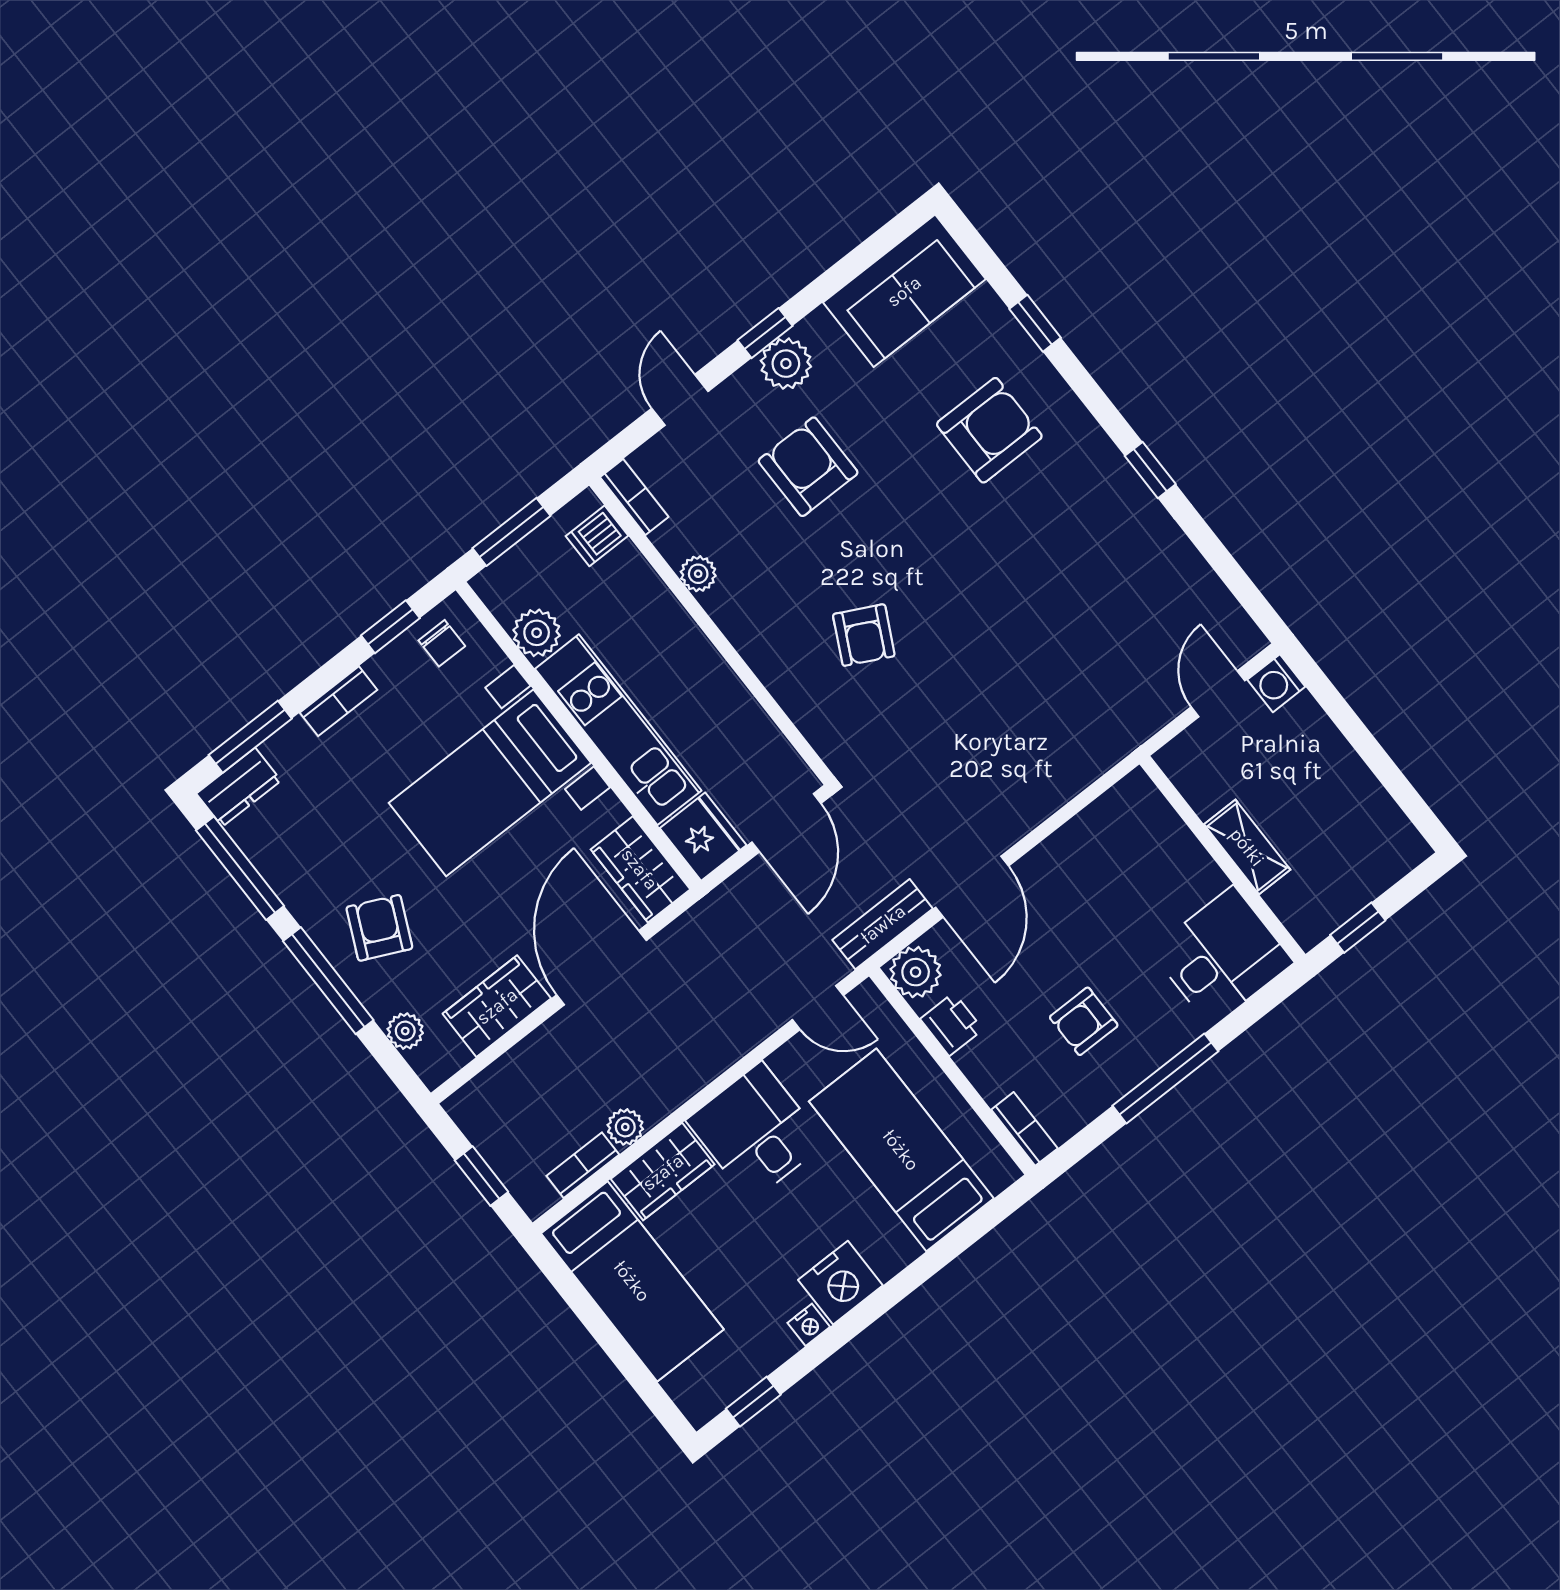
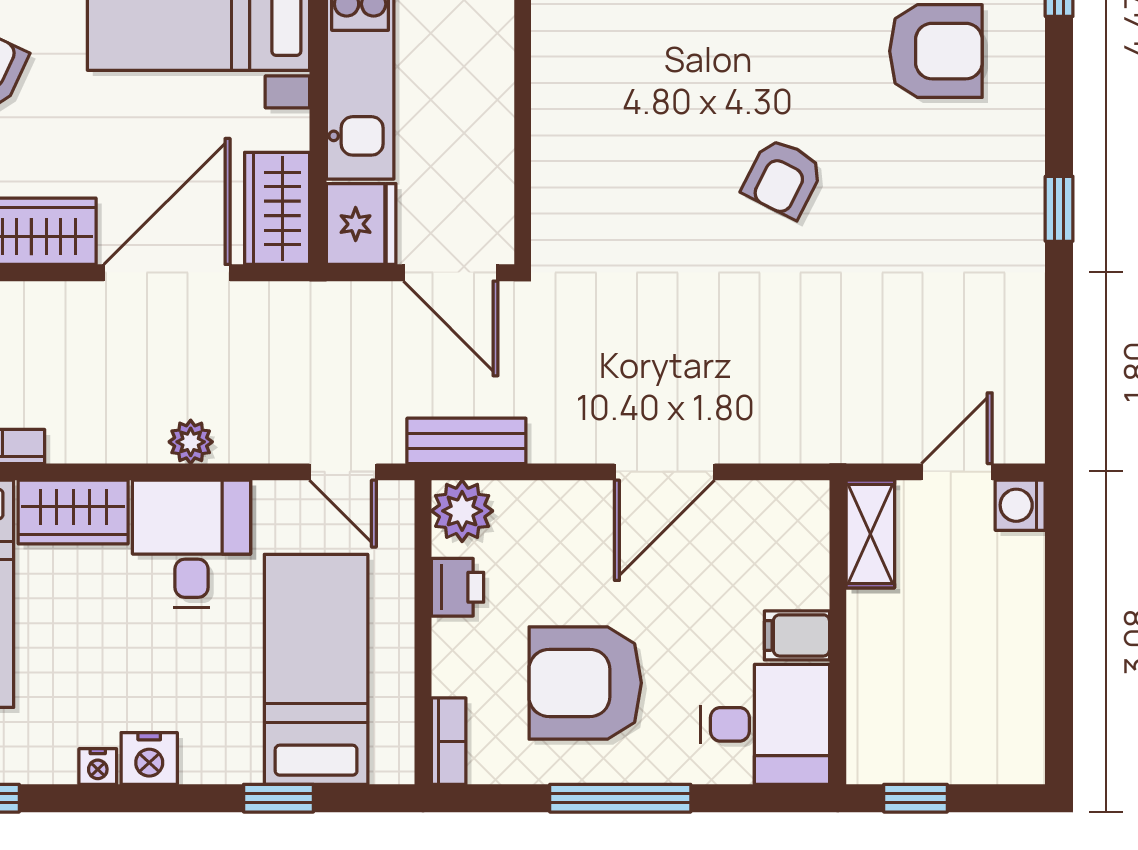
armchair: (864, 635) -> (783, 178), moved
door: (786, 823) -> (451, 273), hinge flipped
shelving: (1247, 847) -> (870, 534), moved
filing cabinet: (1197, 882) -> (797, 635), added
door: (972, 887) -> (665, 472), moved
armchair: (1084, 1021) -> (585, 683), width x1.88, depth x1.88
plant: (625, 1127) -> (191, 442), moved
window: (943, 1253) -> (279, 798), added
nightstand: (840, 1283) -> (149, 758), width x0.74, depth x0.75

